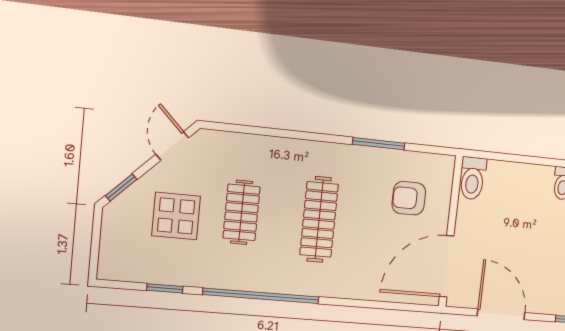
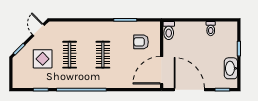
clothes rail: (319, 219) -> (103, 55), width x0.73
door: (501, 314) -> (189, 90), width x1.36

